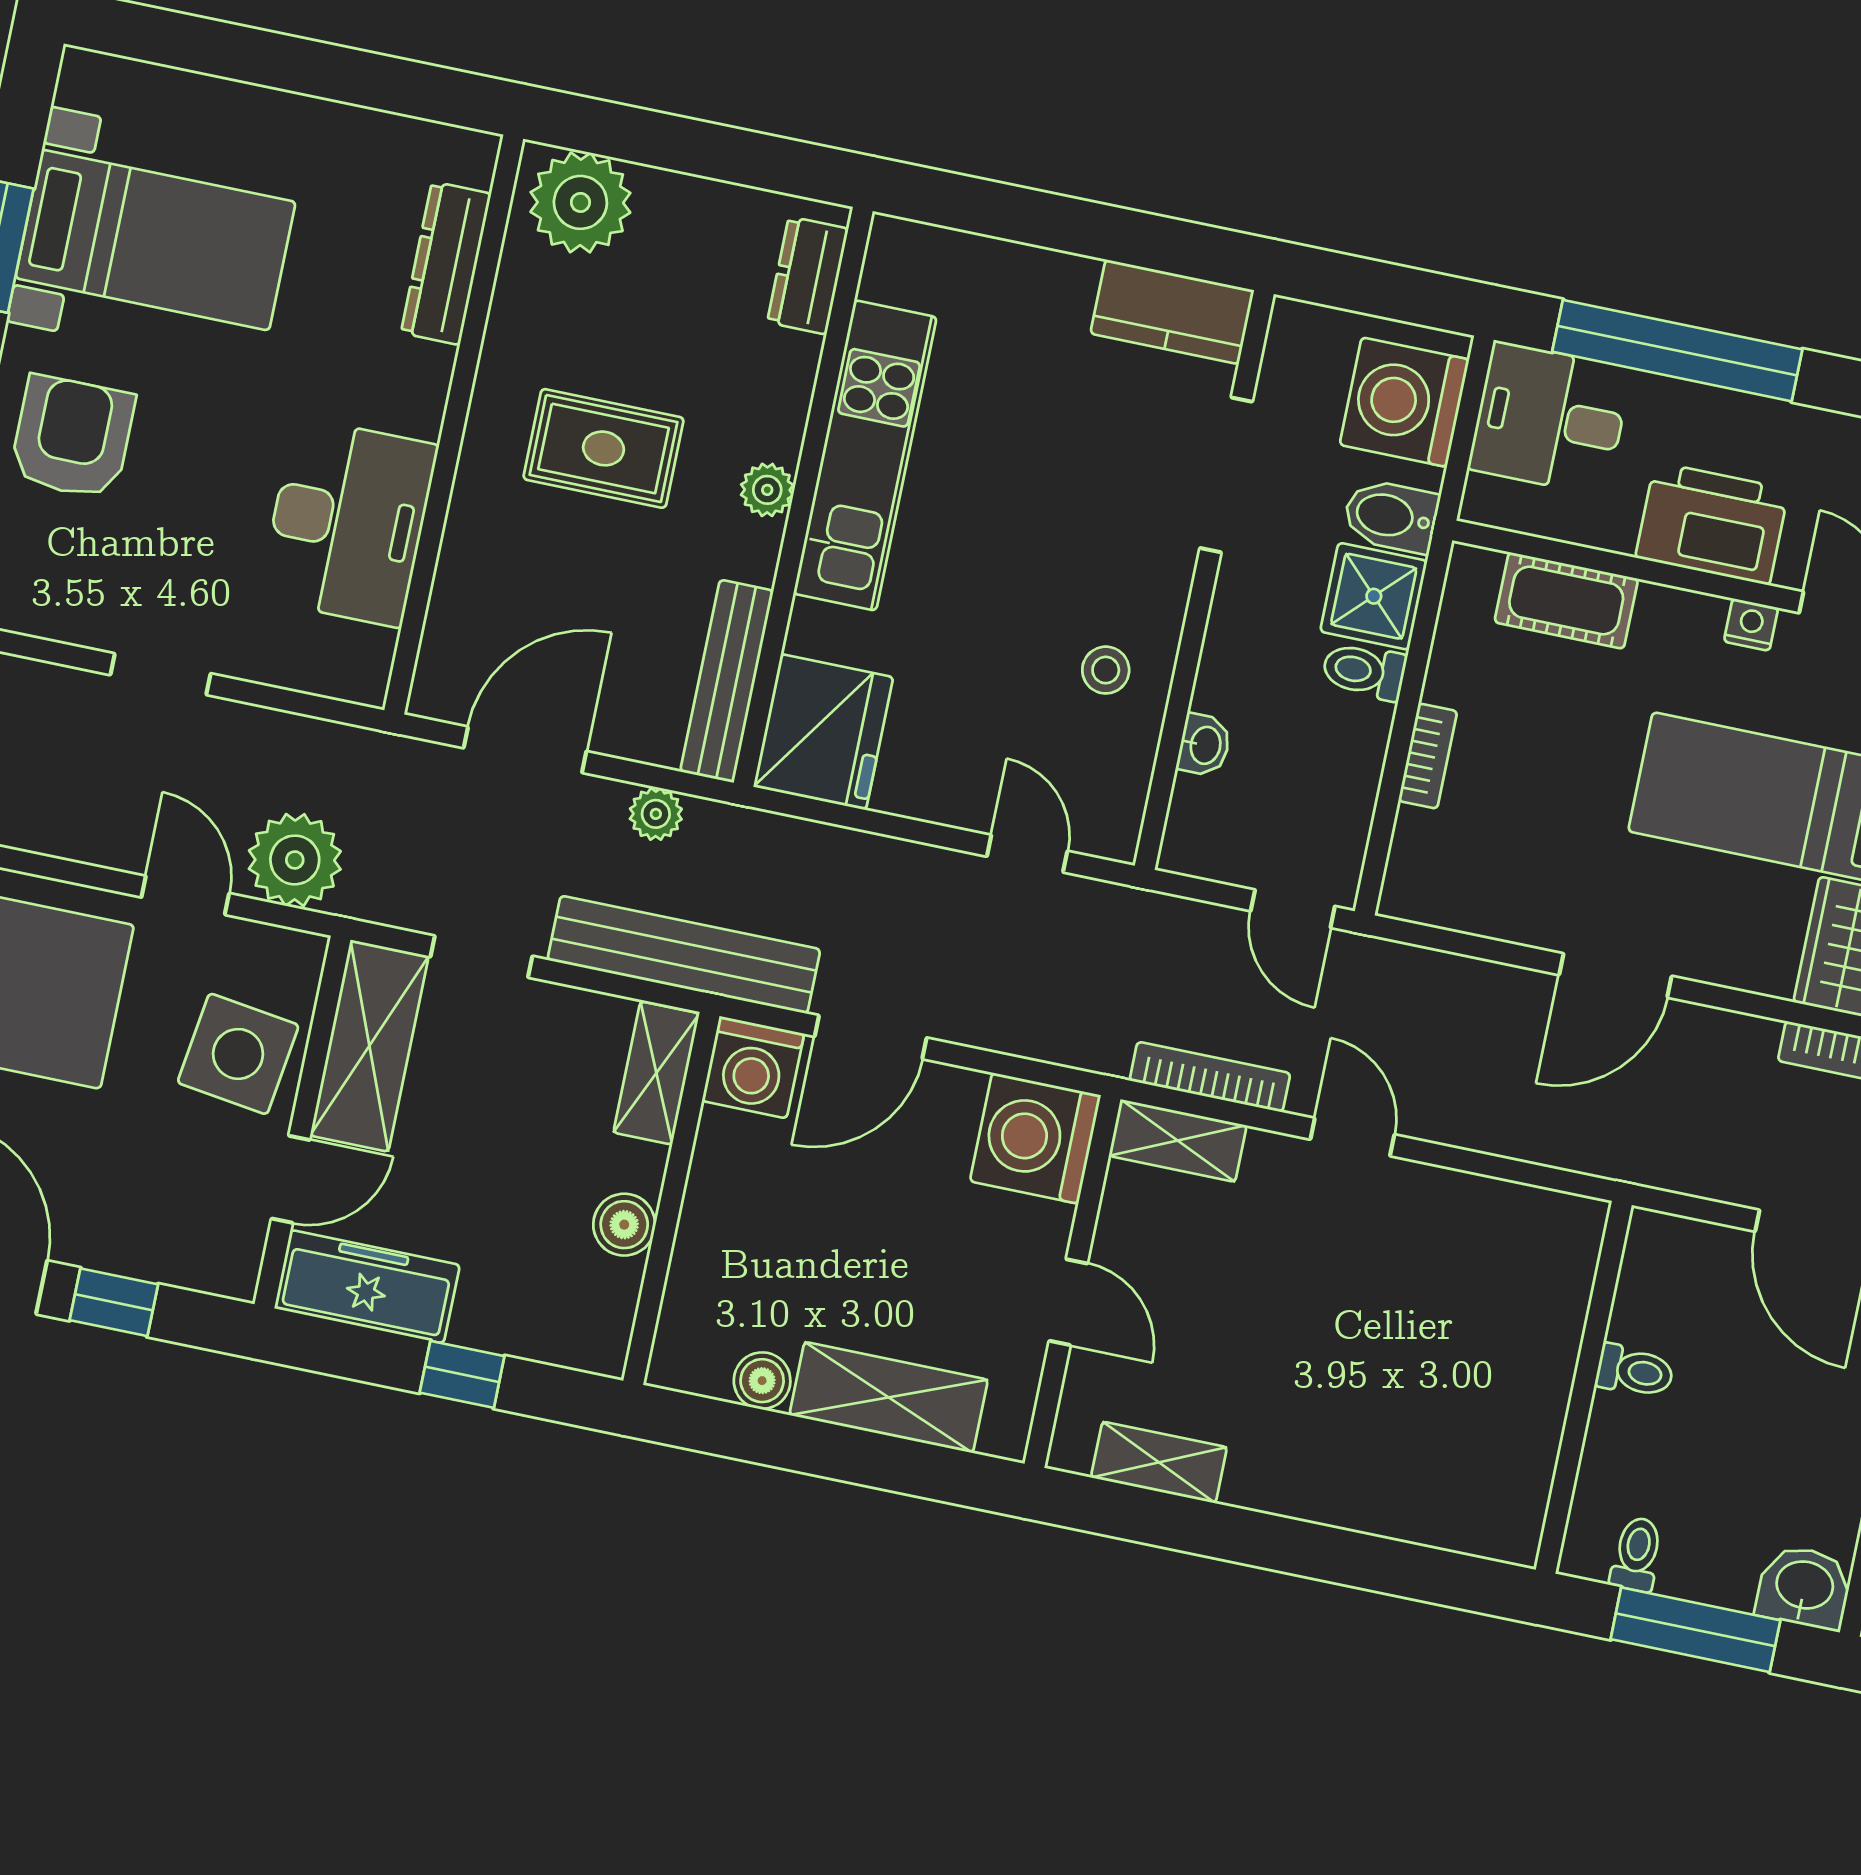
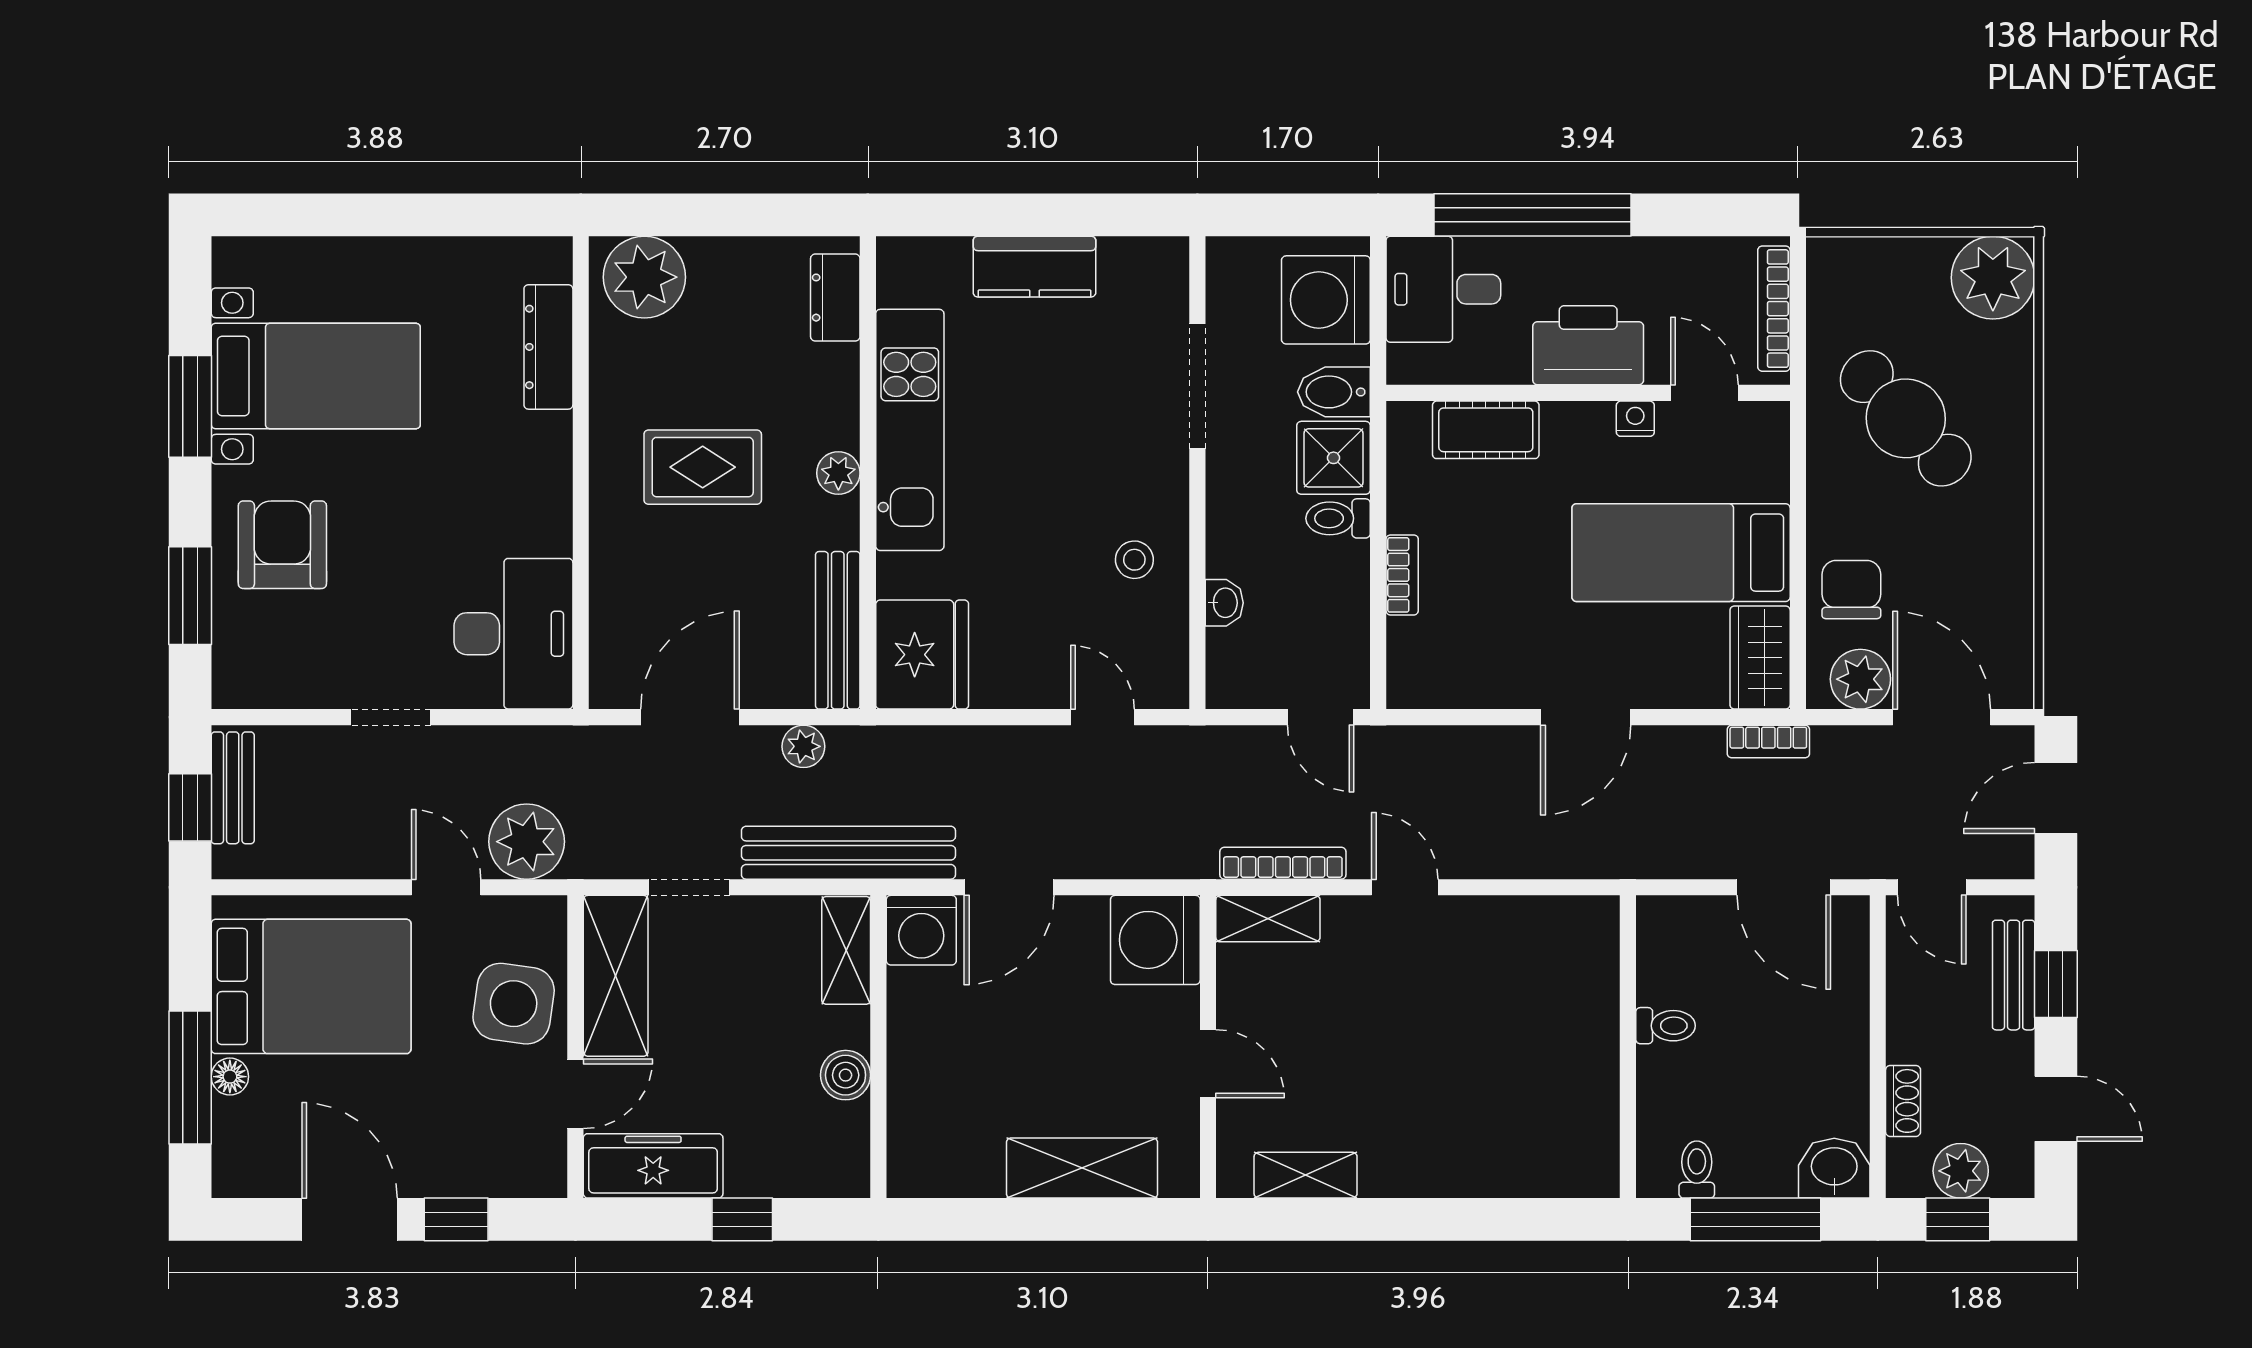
kitchen counter: (1172, 312) -> (1034, 267), moved
desk: (348, 522) -> (513, 634), moved
boiler: (762, 1381) -> (980, 1175), removed

